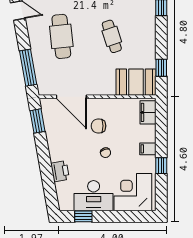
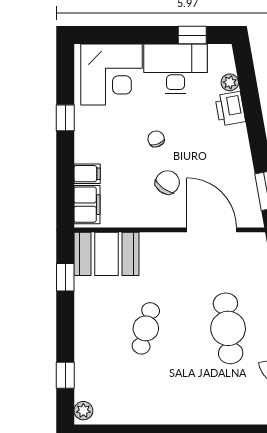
cafe table: (112, 36) -> (146, 328), turned 33
chair: (98, 126) -> (167, 182), turned -54
filing cabinet: (148, 149) -> (87, 174), moved
plant: (60, 187) -> (230, 82), added

